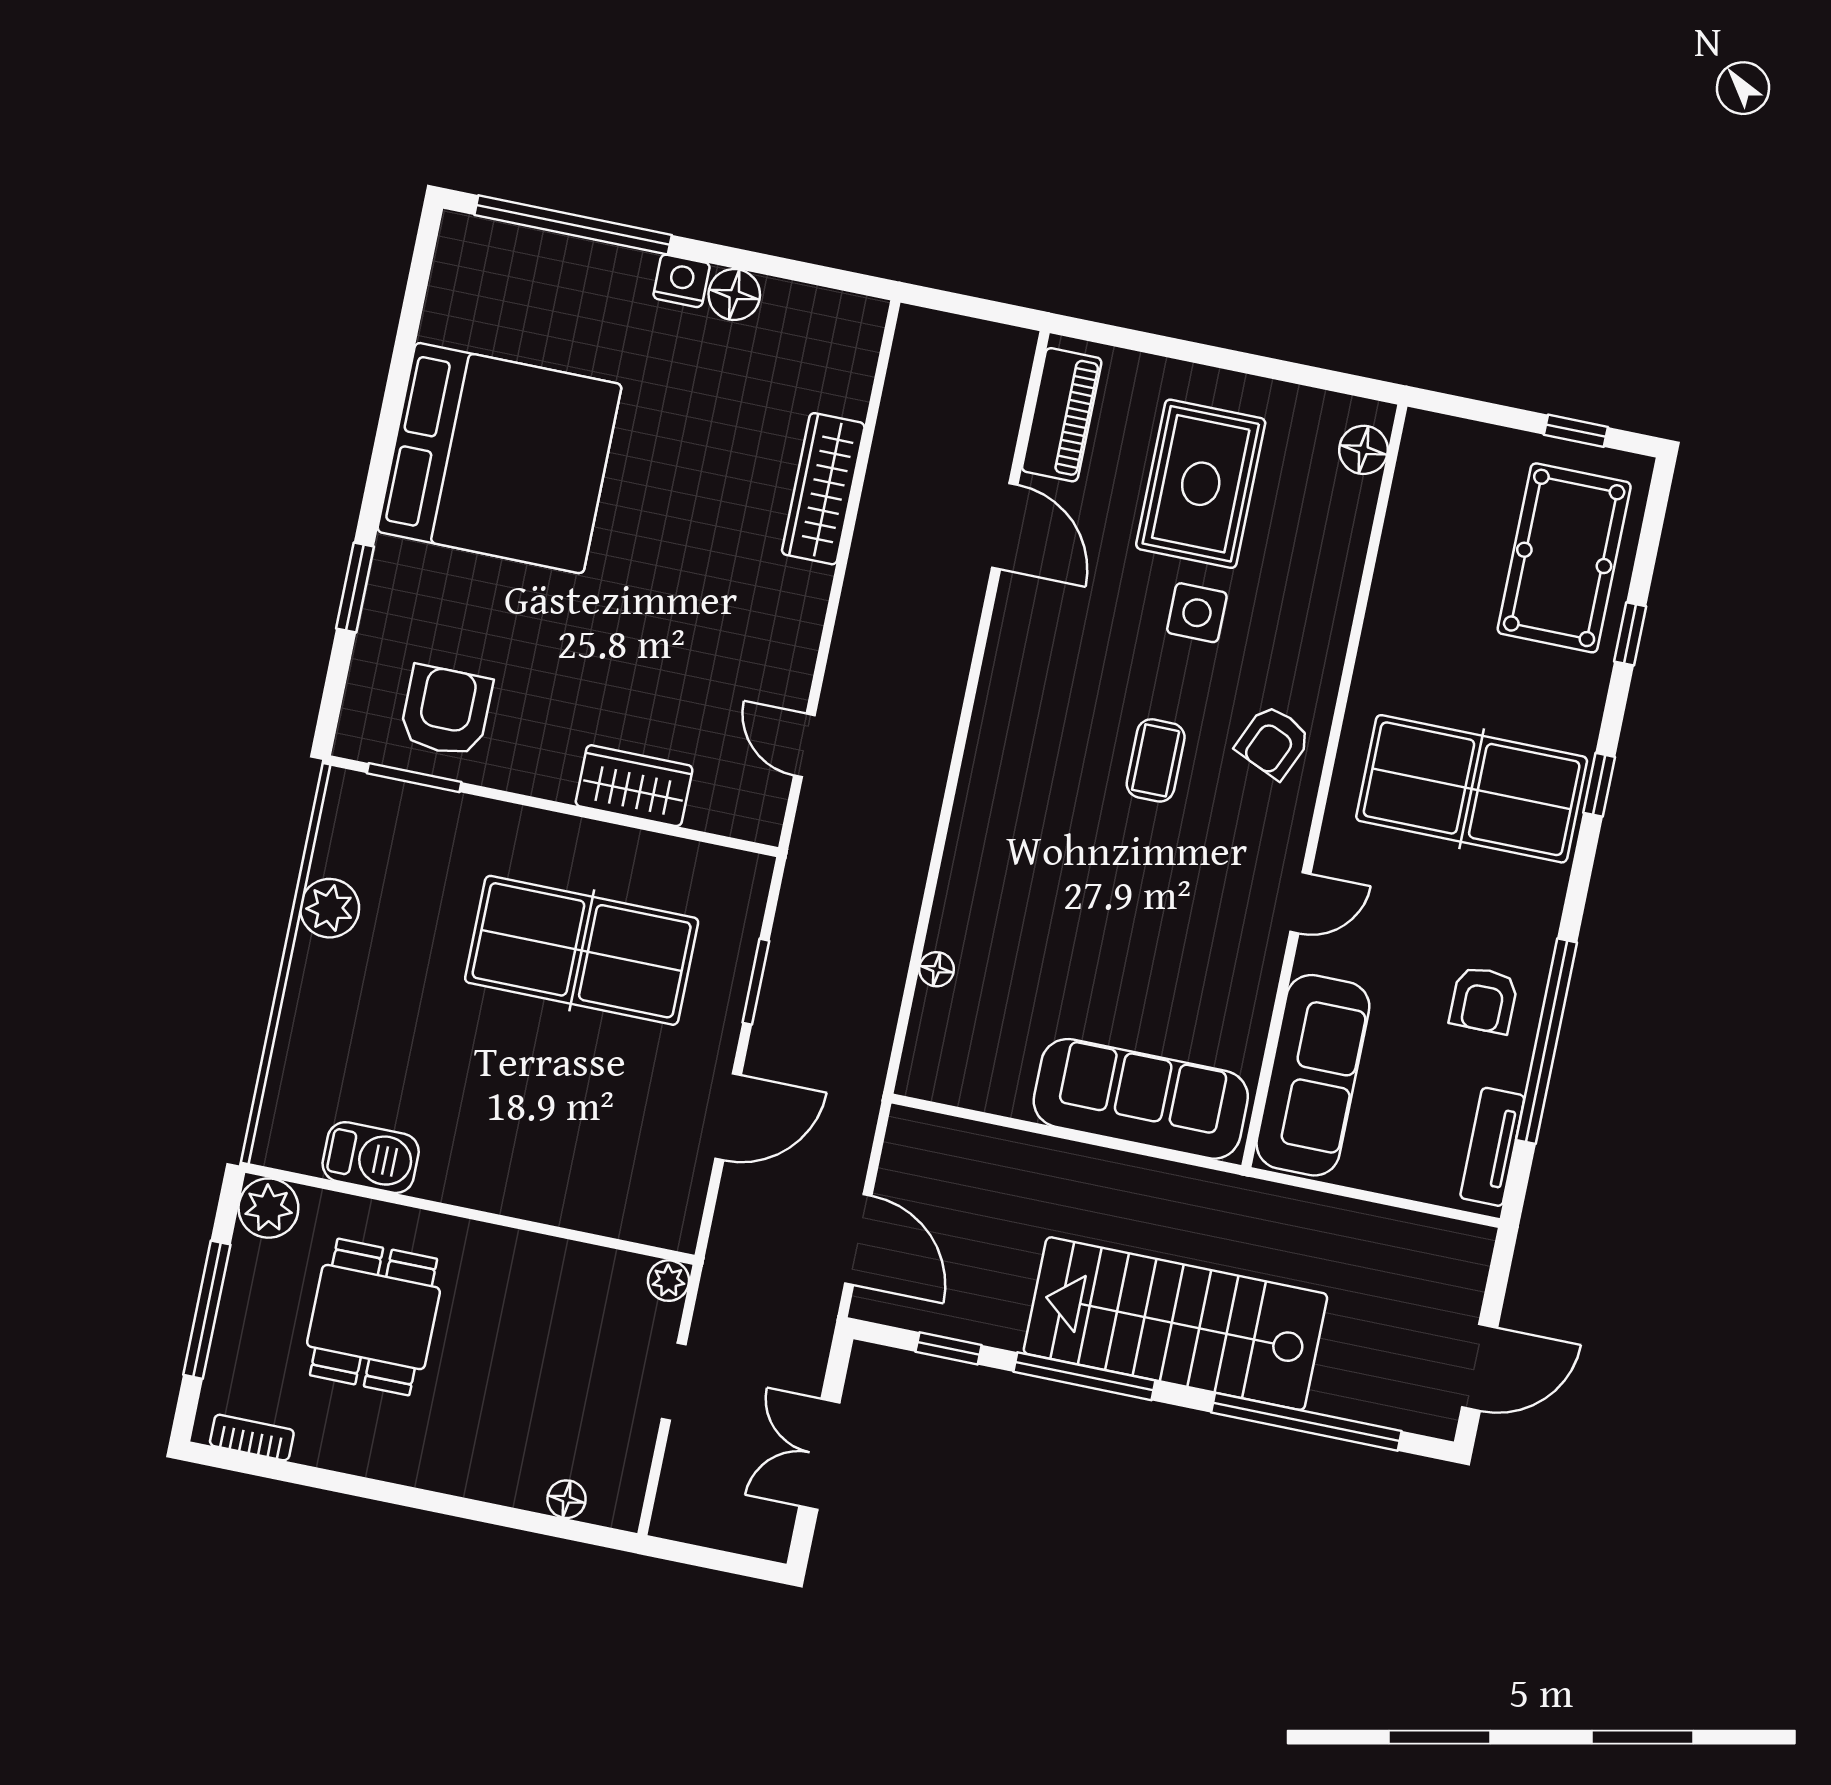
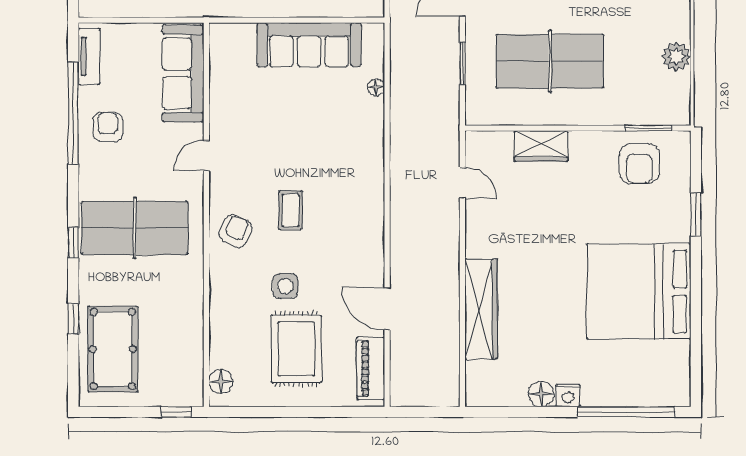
window: (1576, 431) -> (176, 412), moved
wardrobe: (823, 489) -> (481, 309), width x1.40, depth x1.17
sofa: (1141, 1099) -> (309, 45), moved

